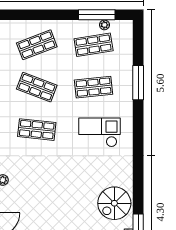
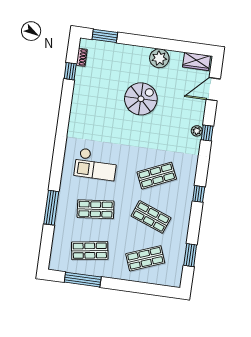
plant: (104, 25) -> (76, 269), removed
shop shelf: (37, 130) -> (157, 176), turned -30
spiral stairs: (114, 203) -> (141, 99), moved

